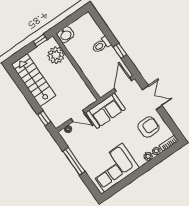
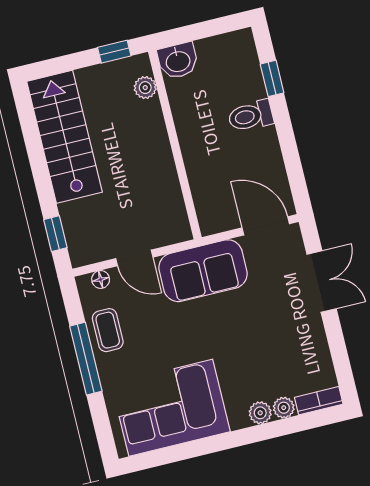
window: (120, 51) -> (272, 78), moved
plant: (56, 55) -> (145, 88), width x0.53, depth x0.53
door: (123, 85) -> (266, 226), hinge flipped
armchair: (148, 127) -> (287, 346), removed
coffee table: (78, 147) -> (108, 330), added

